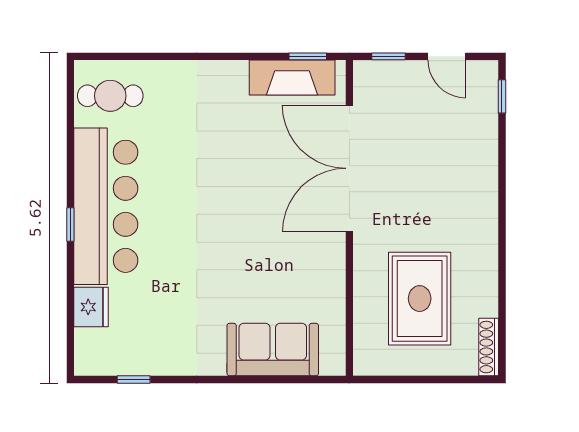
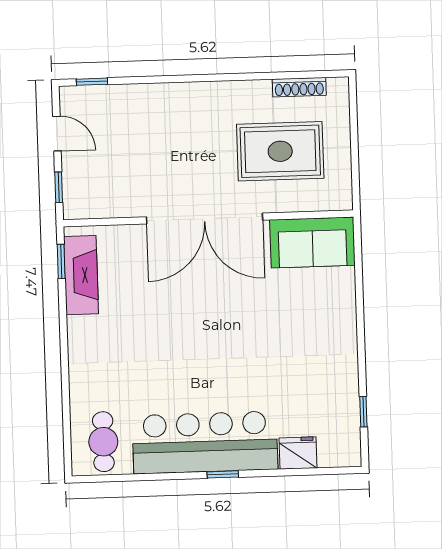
door: (447, 56) -> (57, 134), hinge flipped
double door: (349, 168) -> (204, 218), moved
shoe rack: (489, 347) -> (299, 87), moved
sofa: (273, 350) -> (312, 242), moved, turned -90

